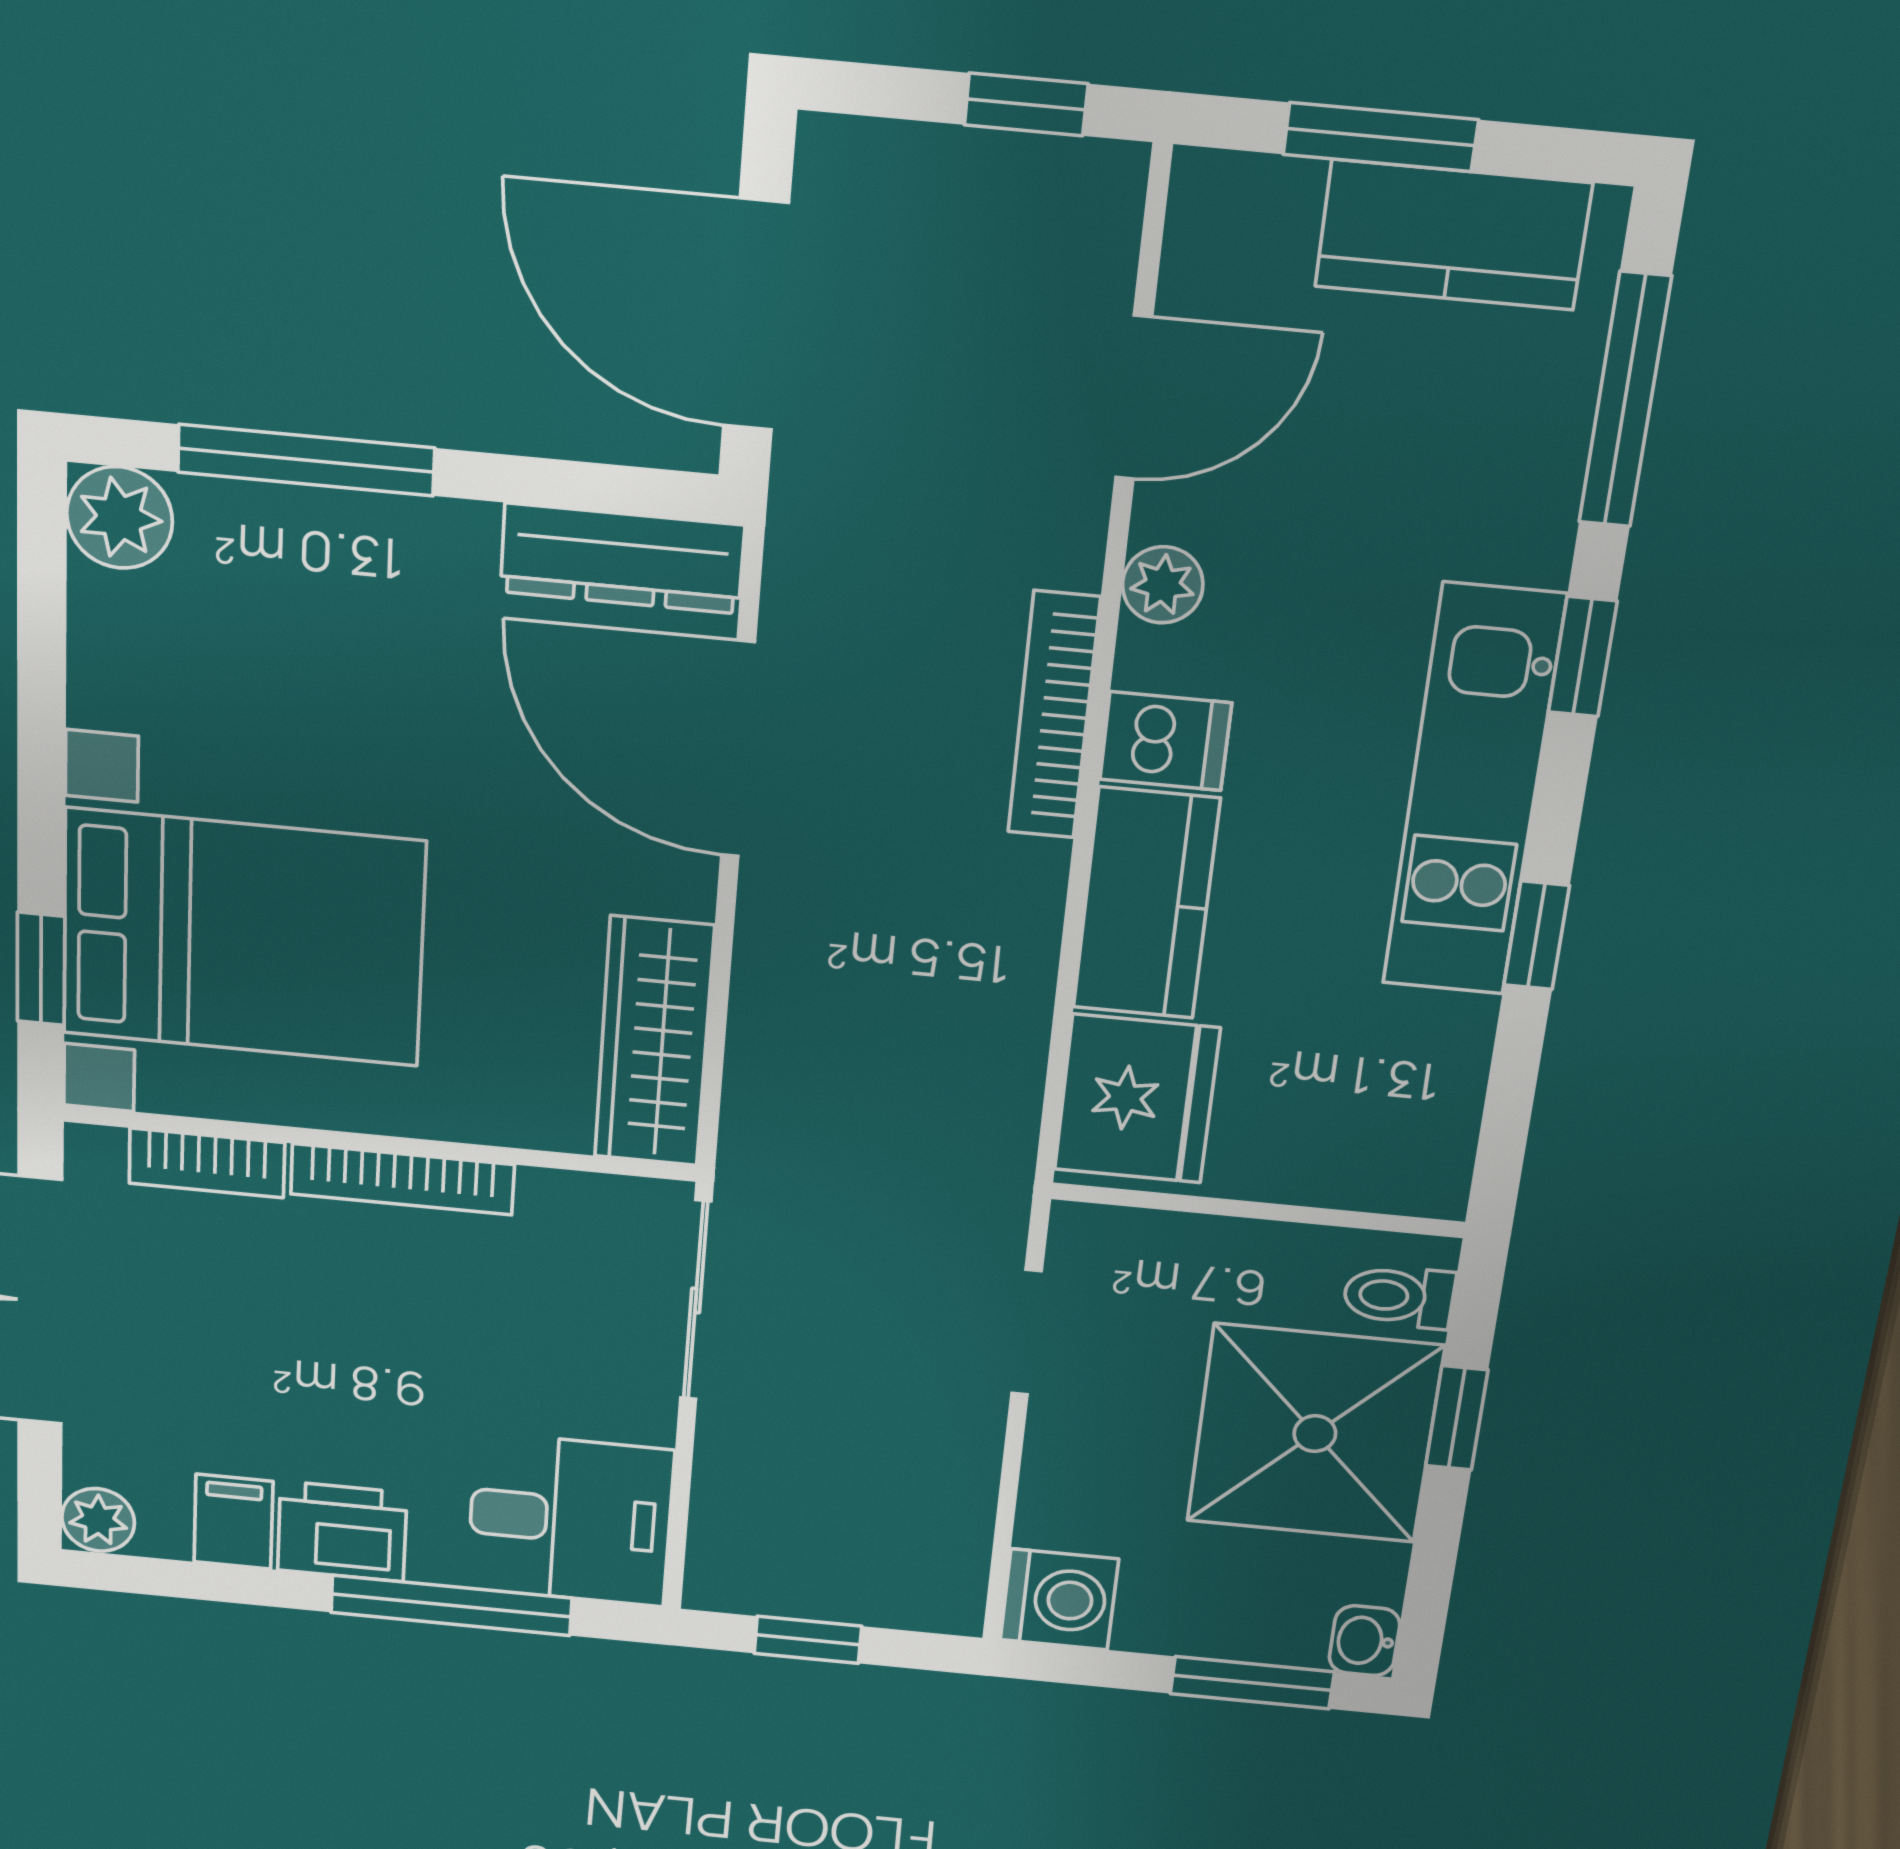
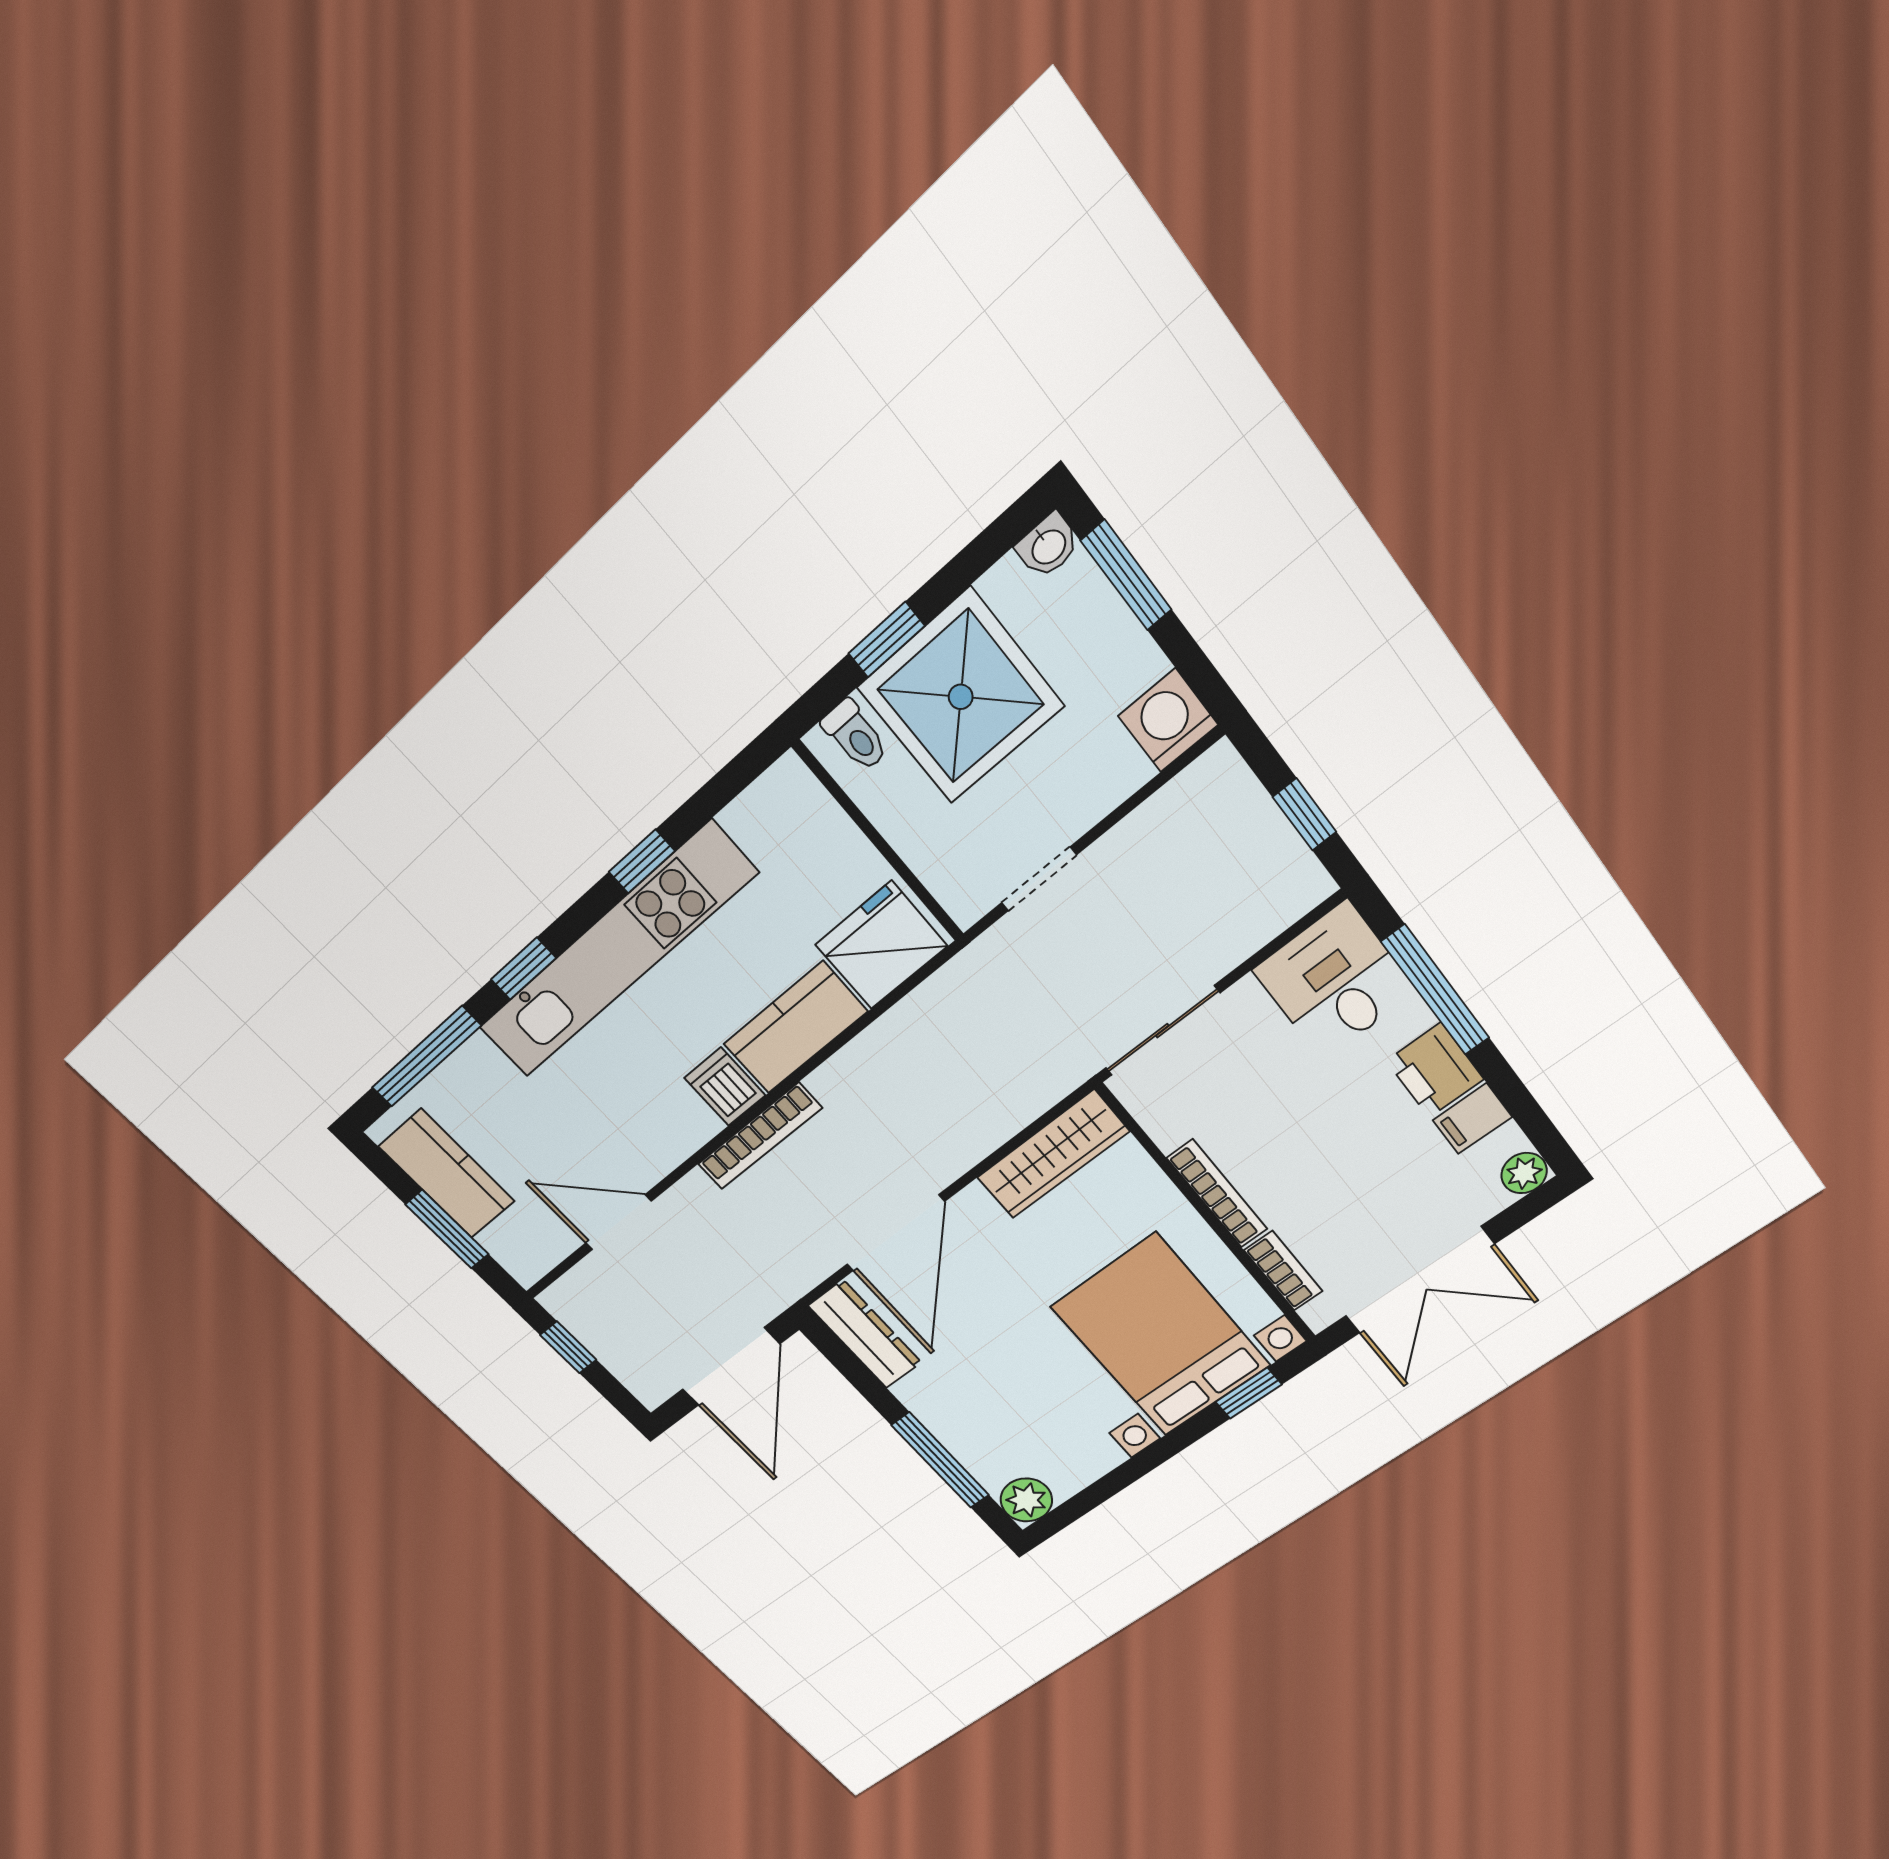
plant: (1163, 585) -> (670, 1147), removed
kitchen unit: (1473, 792) -> (616, 952), width x1.36

